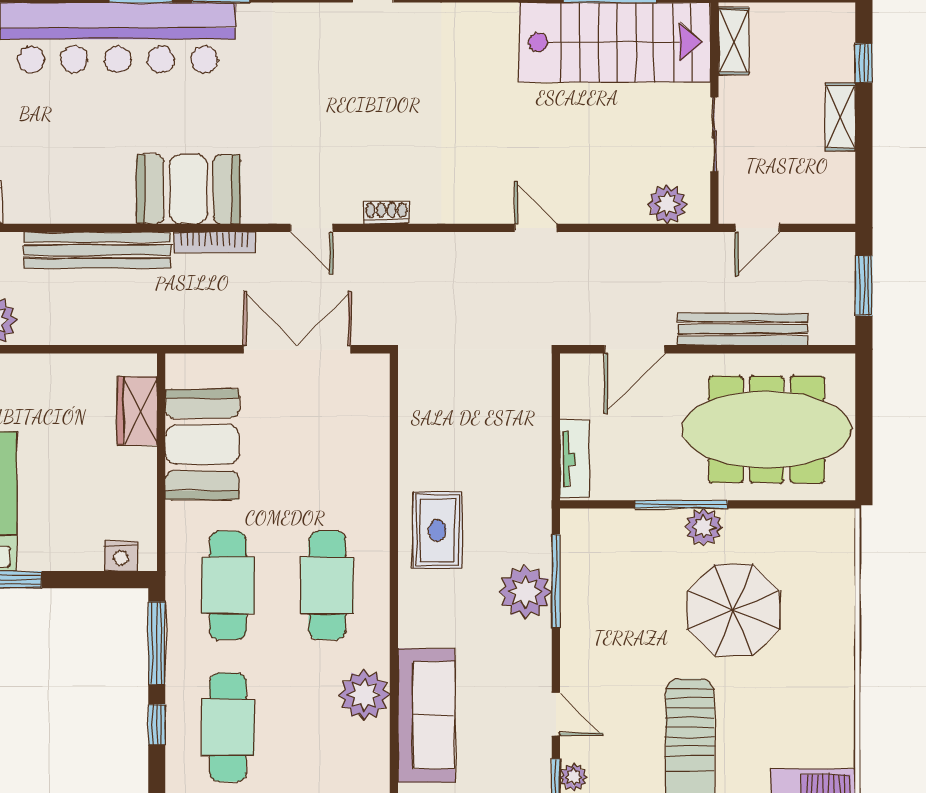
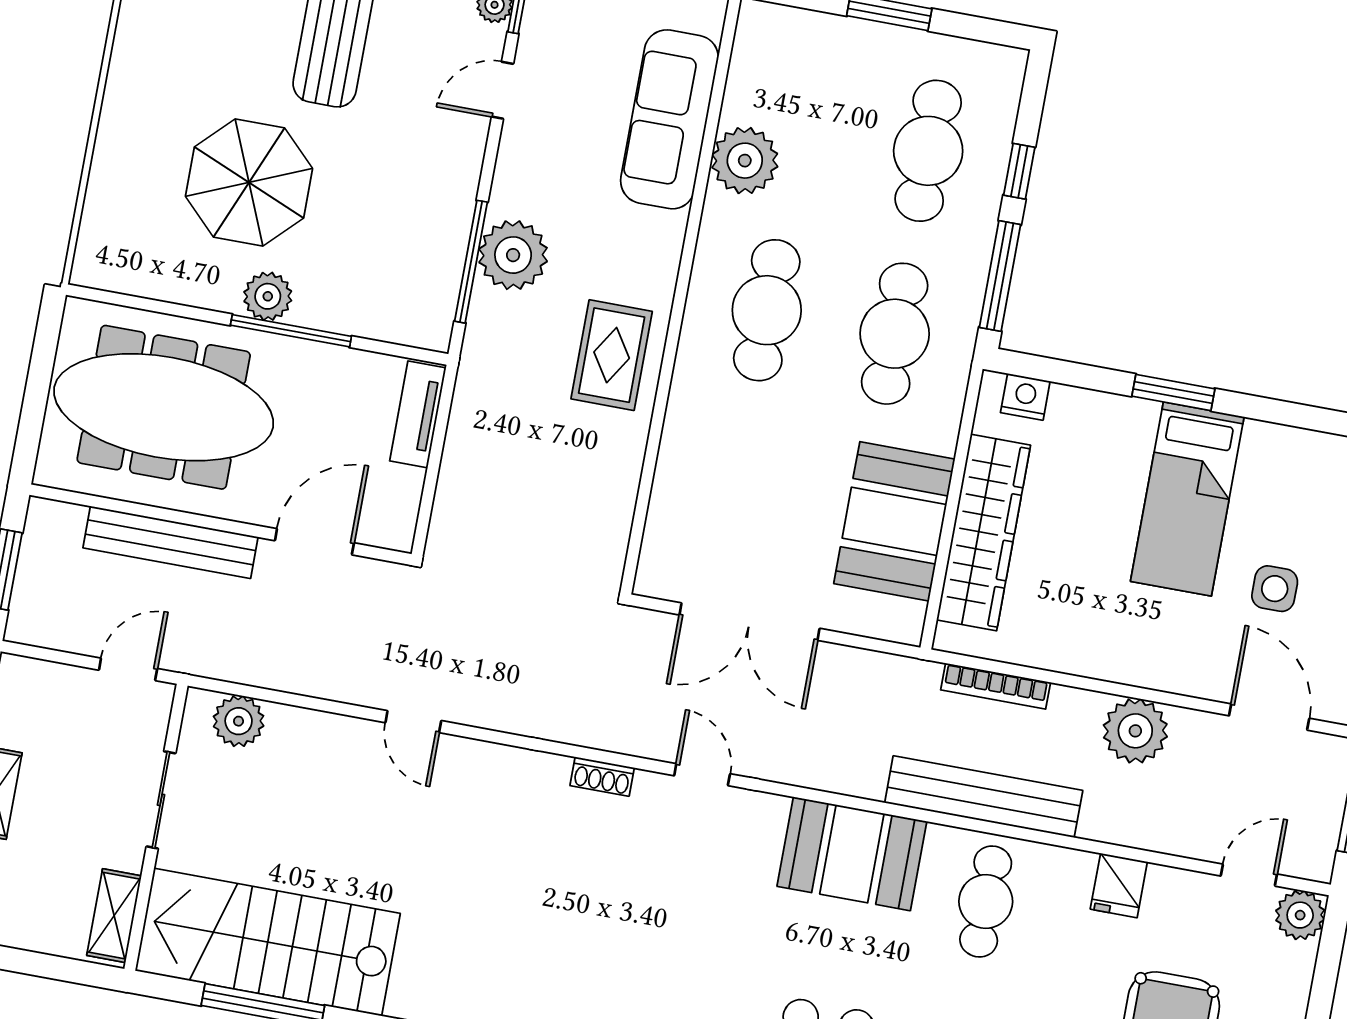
cafe table: (81, 172) -> (986, 902), added
bookcase: (214, 242) -> (996, 686), moved, turned 180
wardrobe: (137, 411) -> (984, 533), width x2.10, depth x1.17
door: (556, 714) -> (502, 90), hinge flipped

